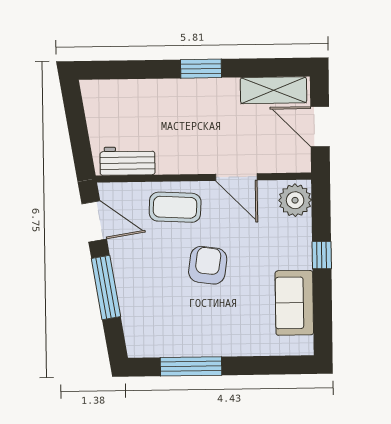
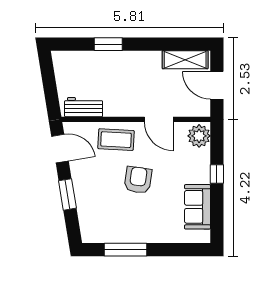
window: (201, 69) -> (108, 44), moved
window: (106, 288) -> (67, 194), width x0.69

